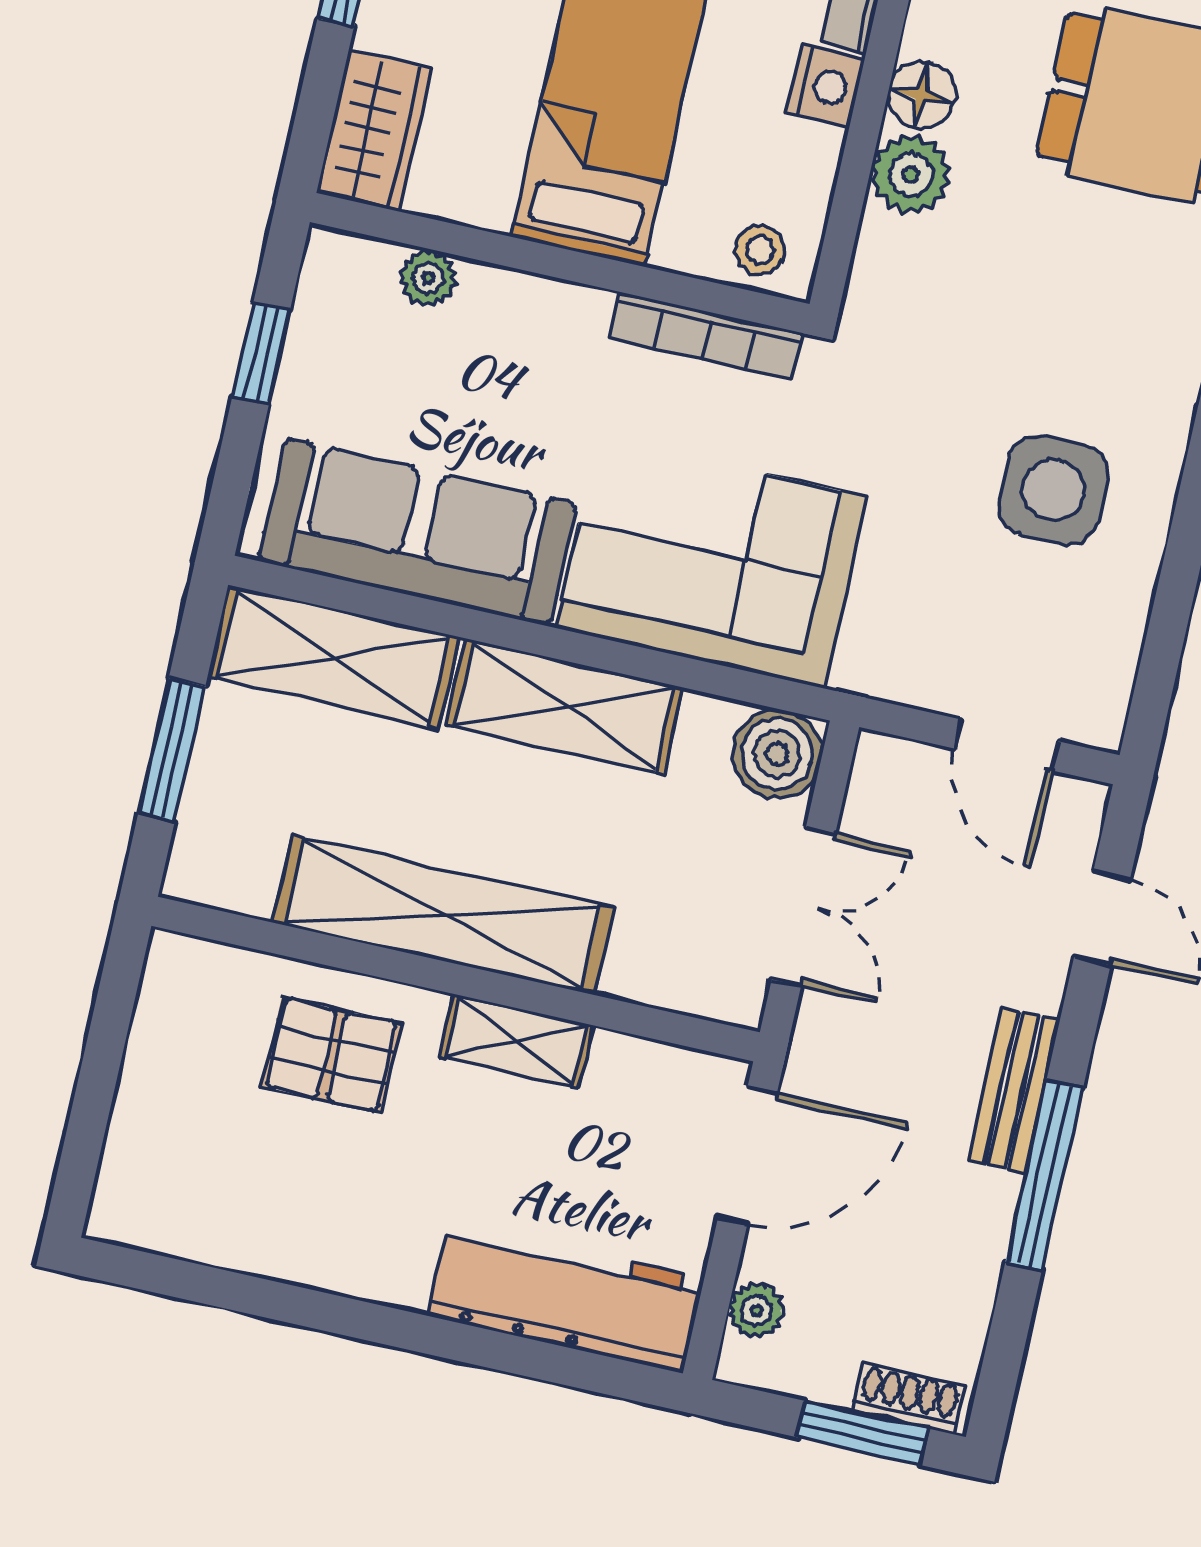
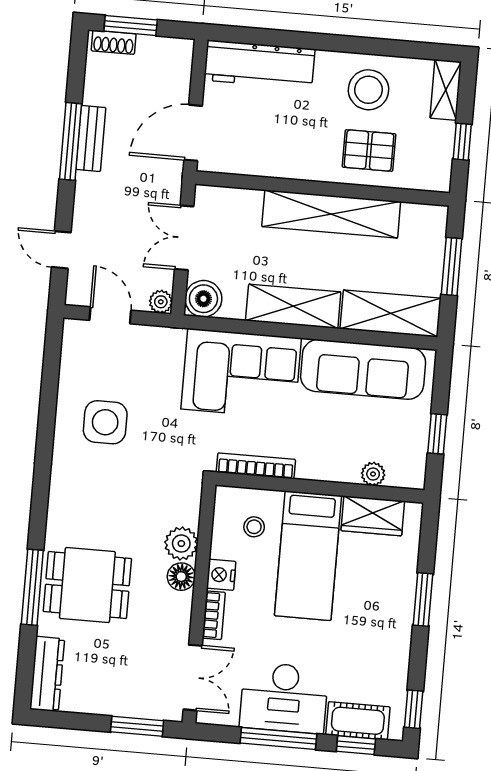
wardrobe: (374, 131) -> (373, 516), moved, turned -90
stool: (760, 250) -> (254, 527), moved
shelving: (516, 1041) -> (446, 90), moved, turned 90
window: (105, 1046) -> (462, 142), added
bench: (1014, 1090) -> (91, 139), moved
stool: (313, 1201) -> (368, 90), added
plant: (757, 1310) -> (161, 302), moved

